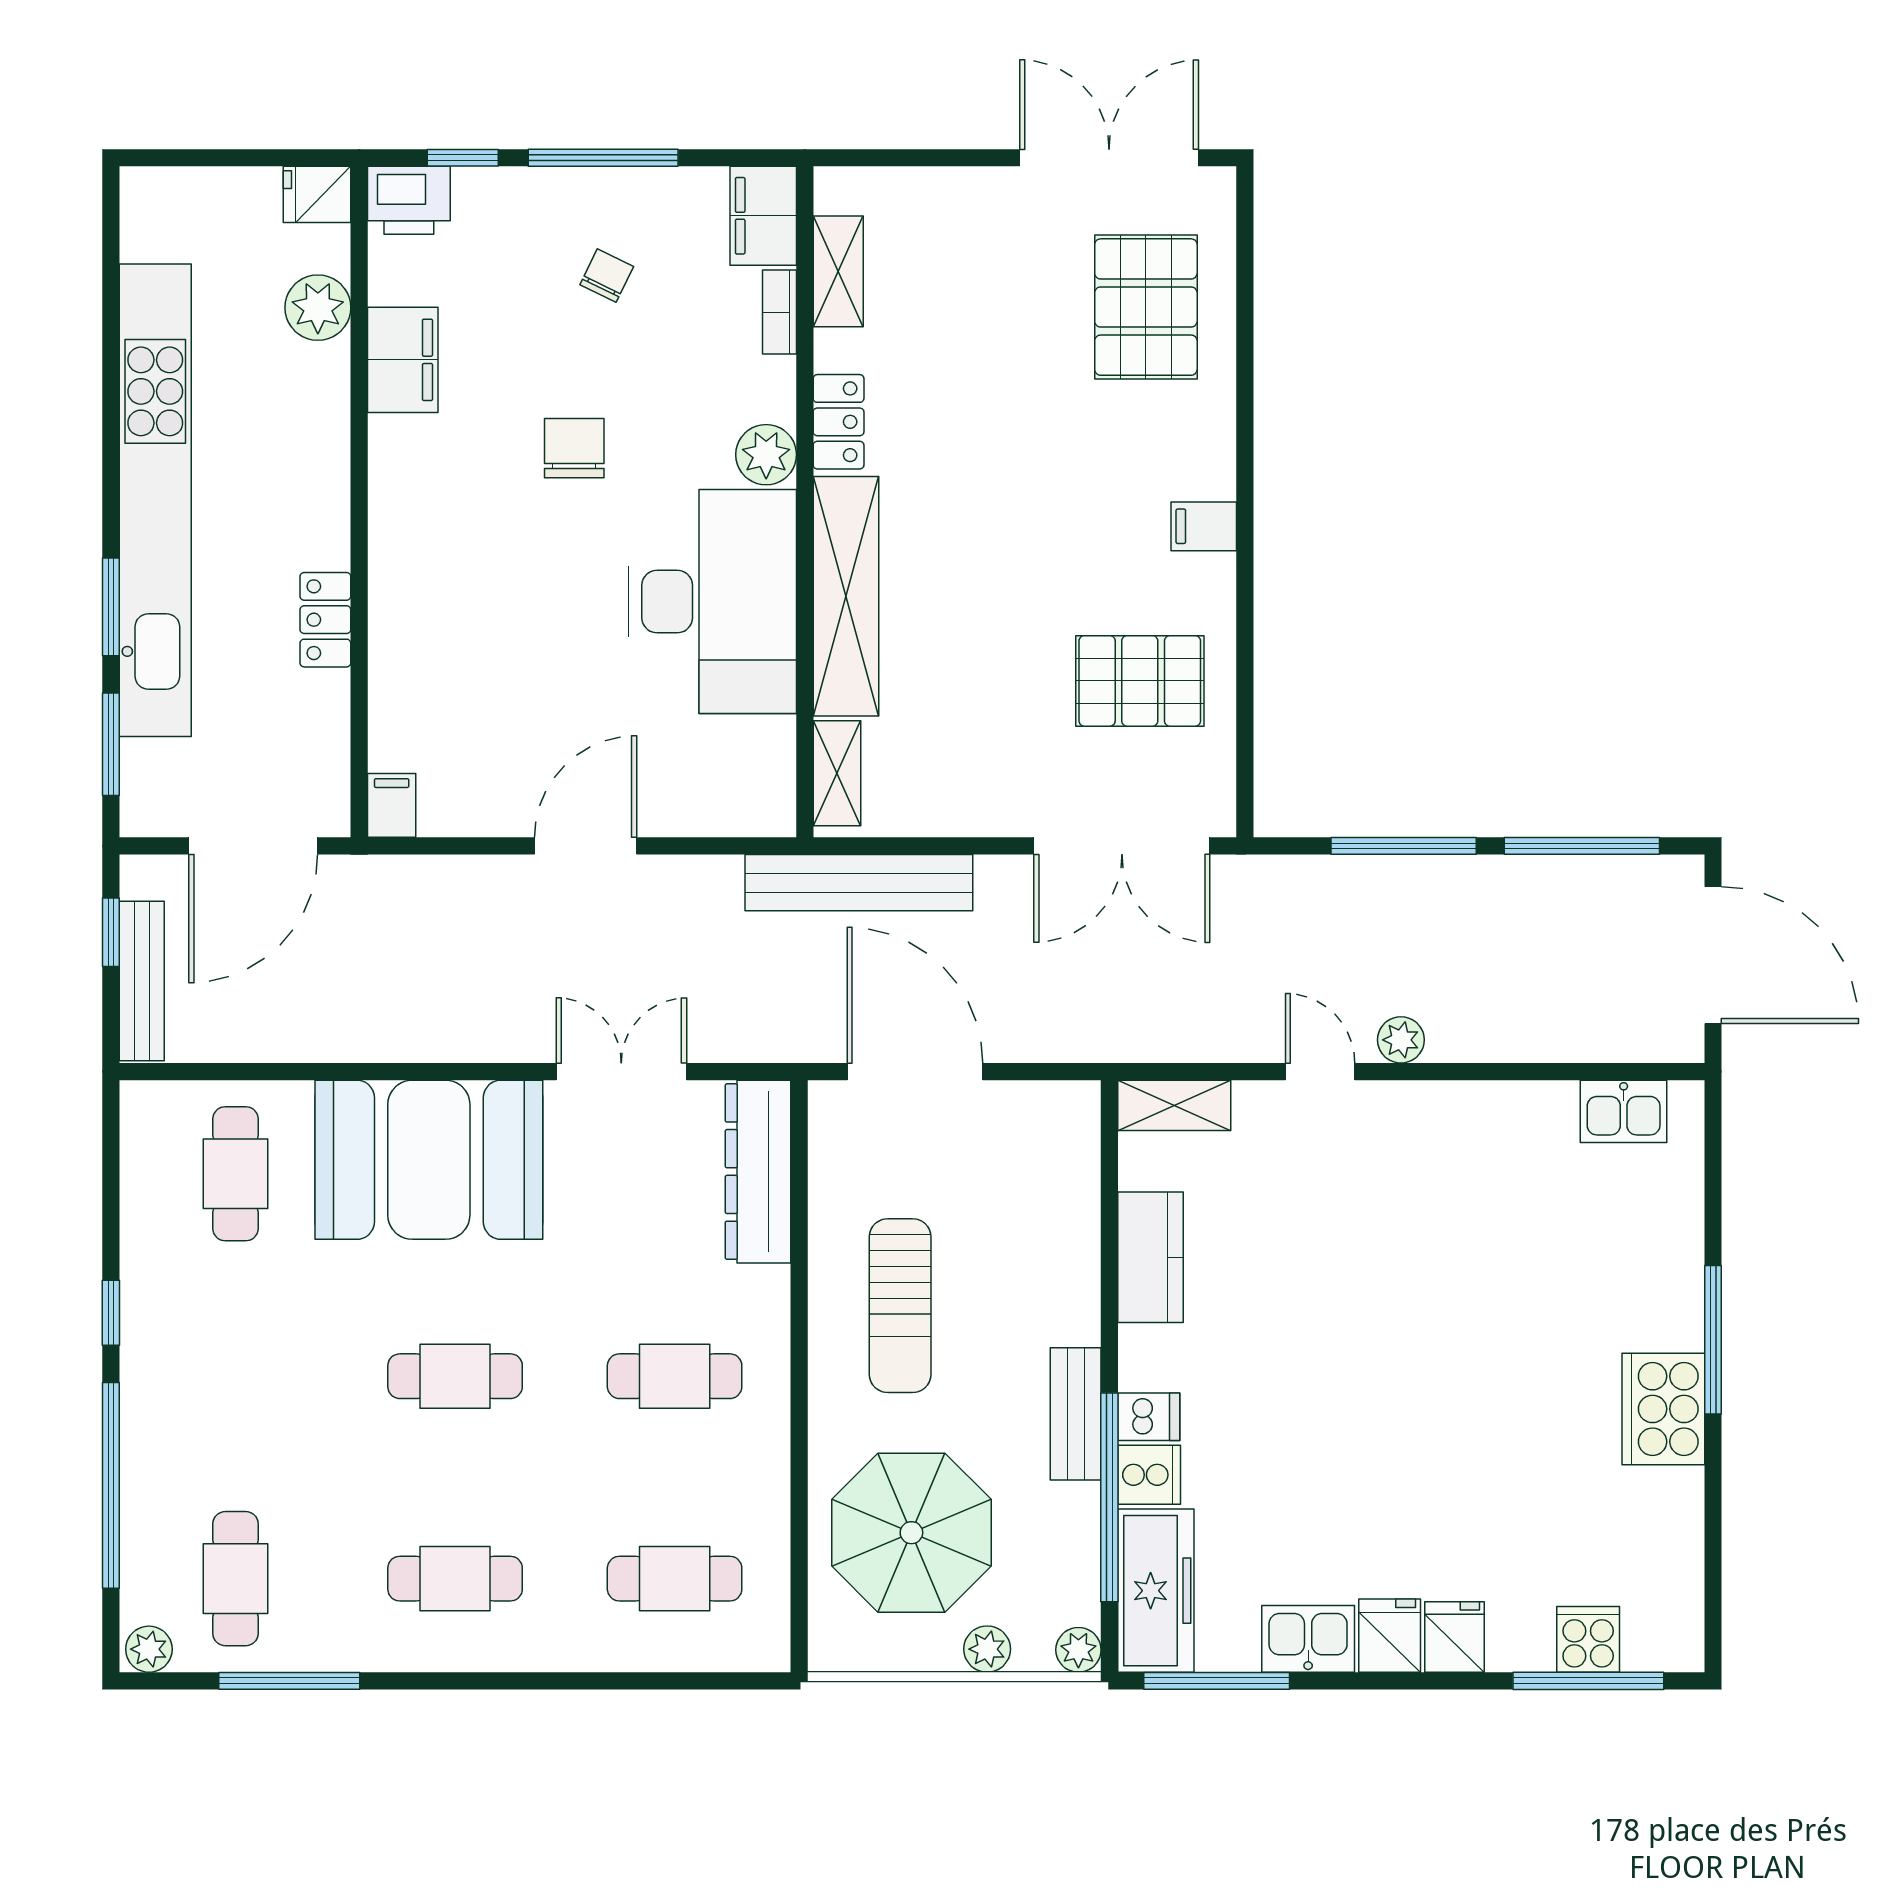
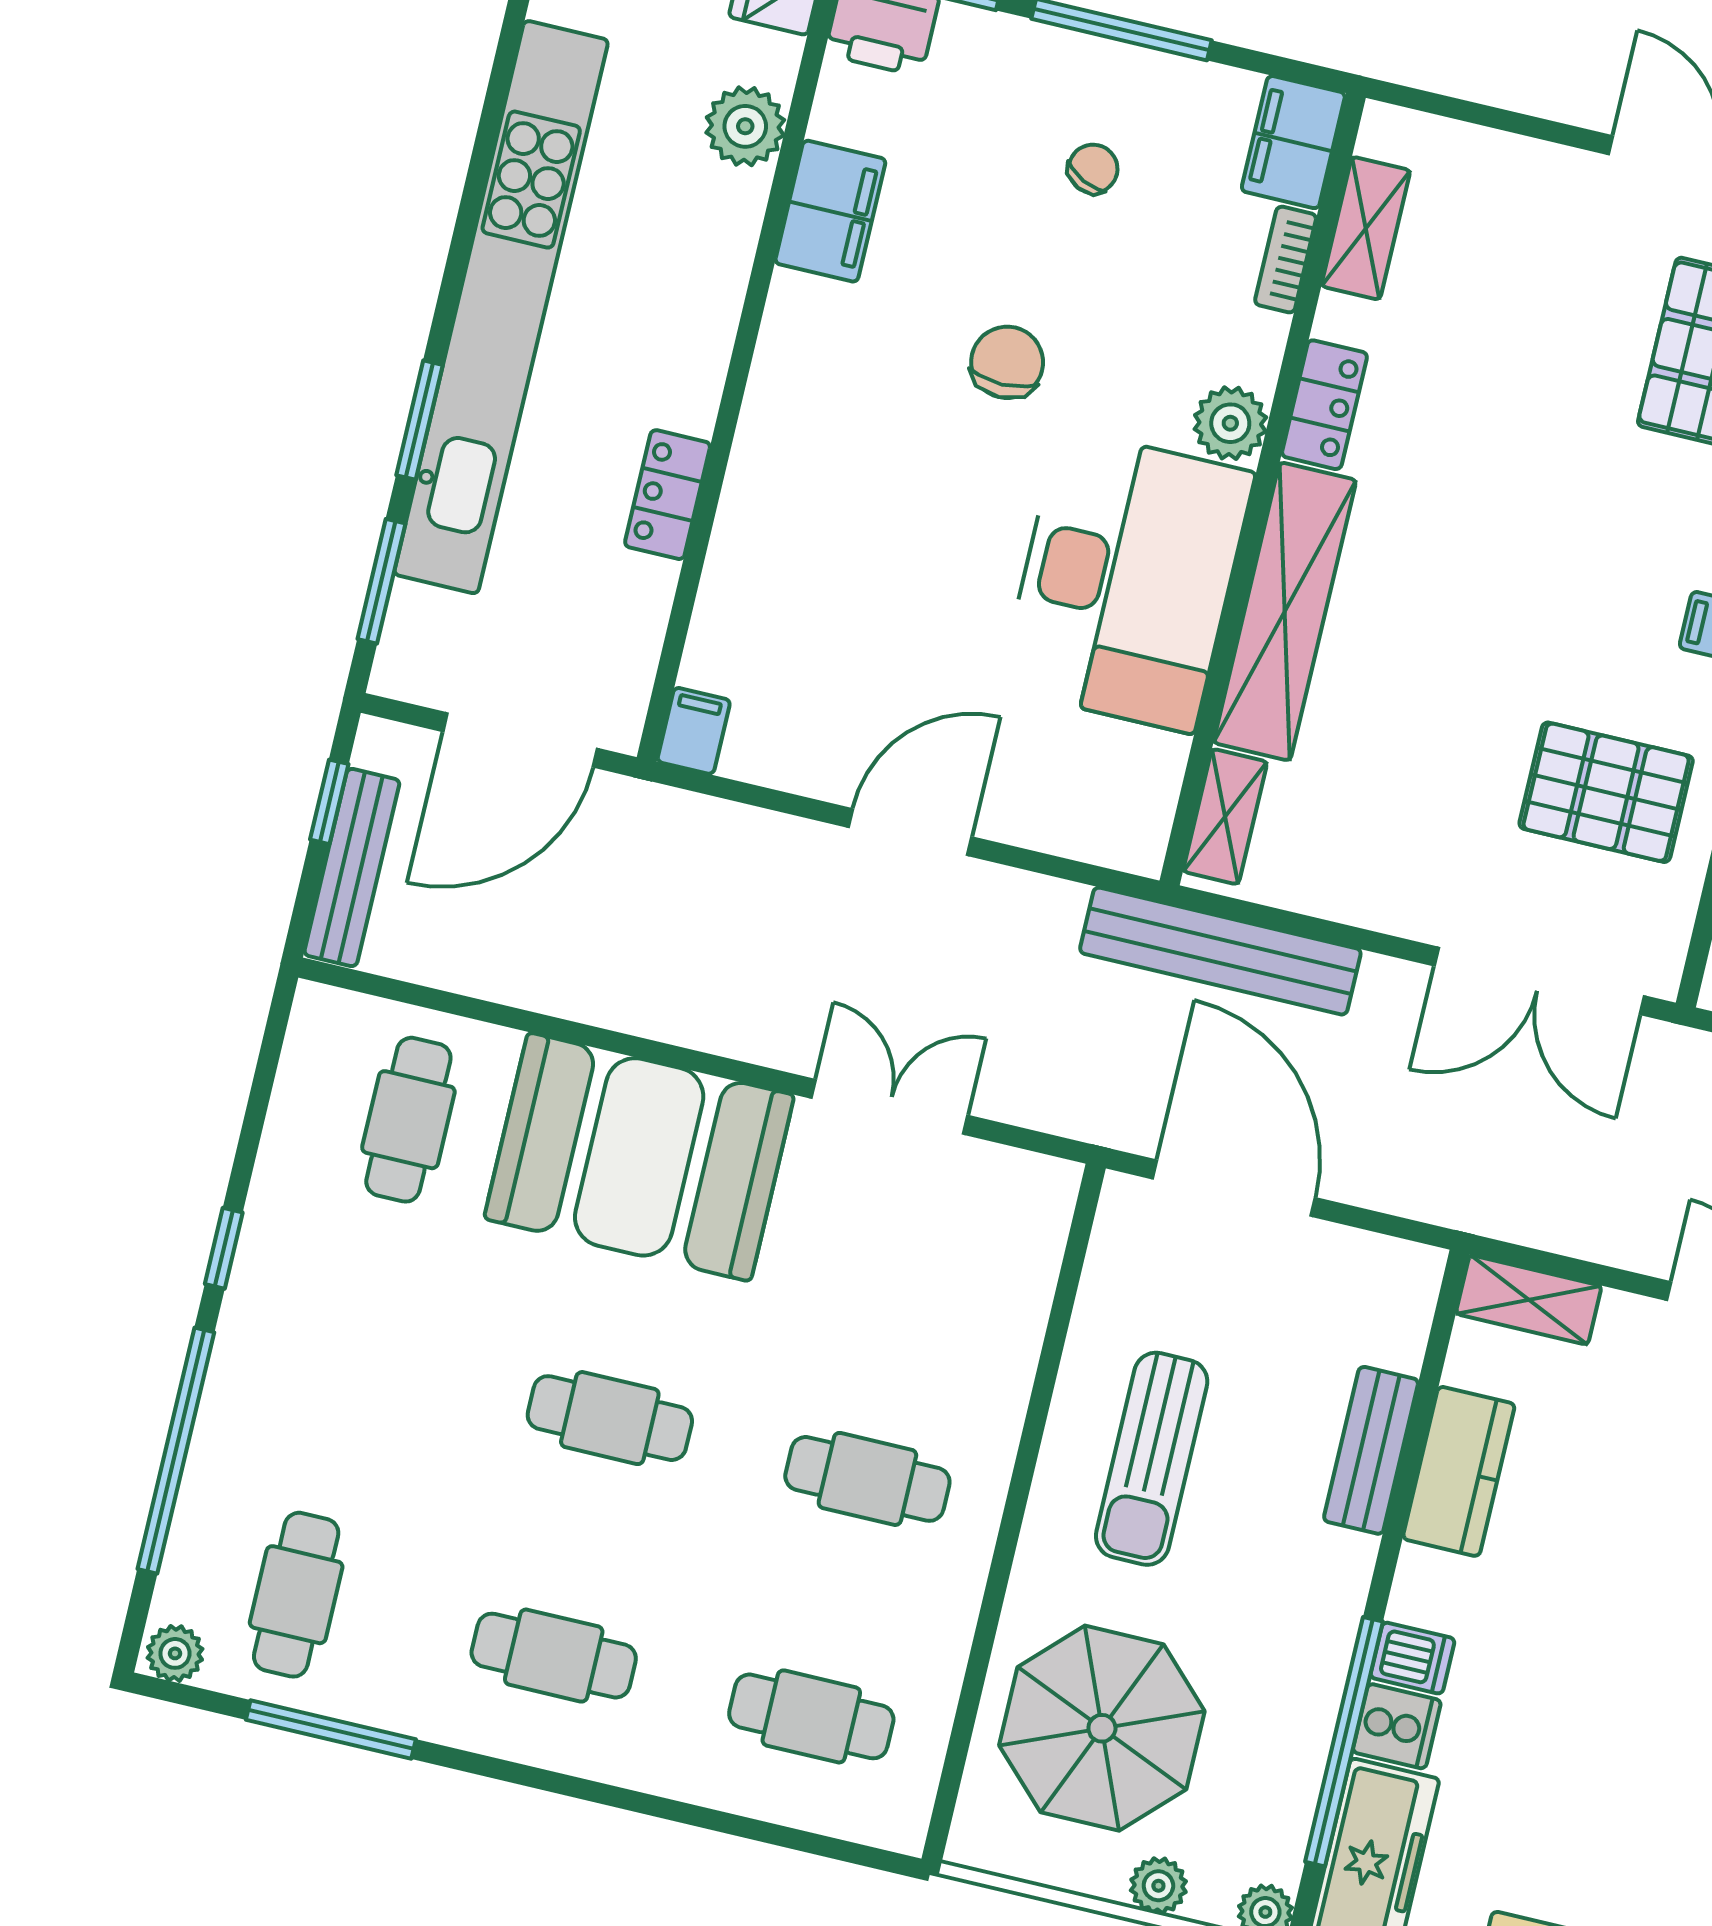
dresser: (758, 1172) -> (1022, 1262), removed
bench: (1076, 1414) -> (1371, 1450), moved

